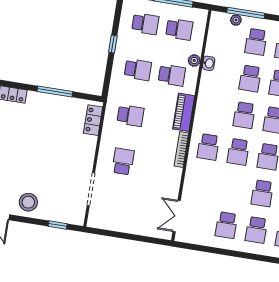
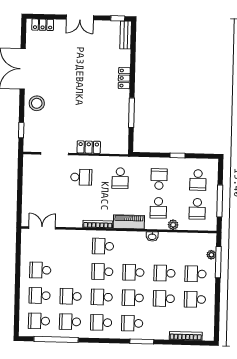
washbasin: (209, 63) -> (152, 237), moved
school desk: (138, 70) -> (159, 179), turned 180
locker: (93, 120) -> (89, 147), moved

